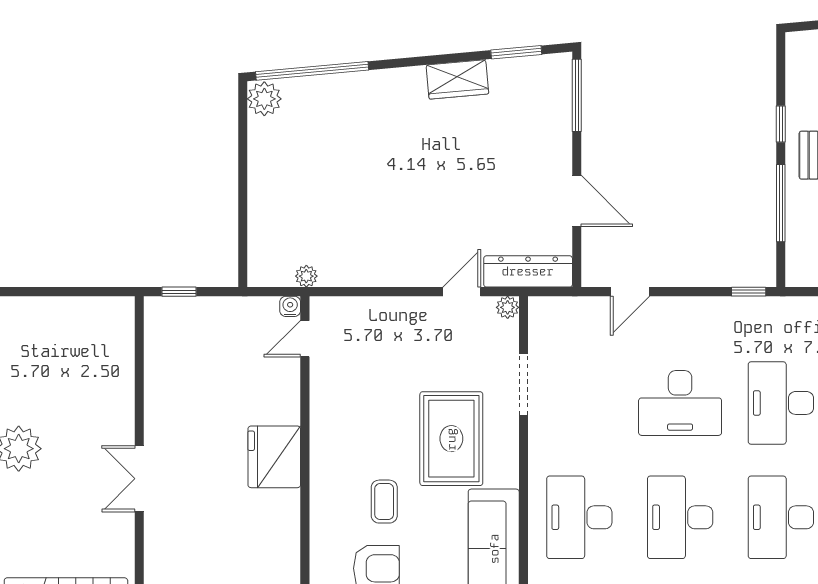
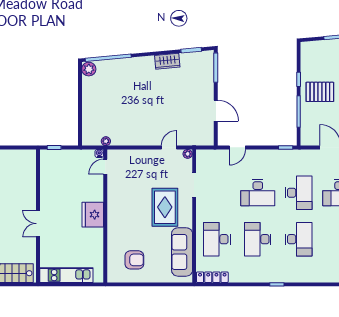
dresser: (528, 271) -> (196, 139), removed
desk: (781, 403) -> (299, 193), turned 180
coffee table: (384, 502) -> (138, 233), removed
desk: (781, 517) -> (299, 239), turned 180

